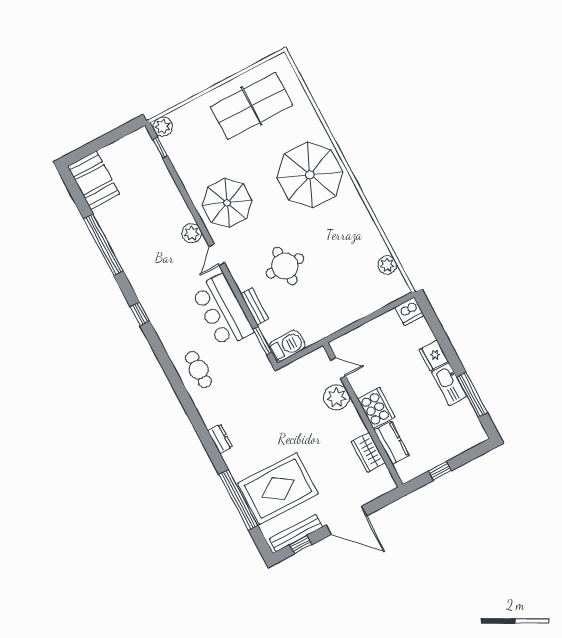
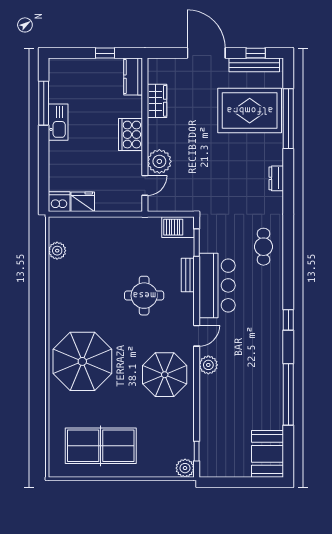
fridge: (434, 356) -> (83, 202), moved, turned -90
door: (338, 368) -> (145, 185), swing flipped
kitchen counter: (392, 443) -> (133, 77), moved

